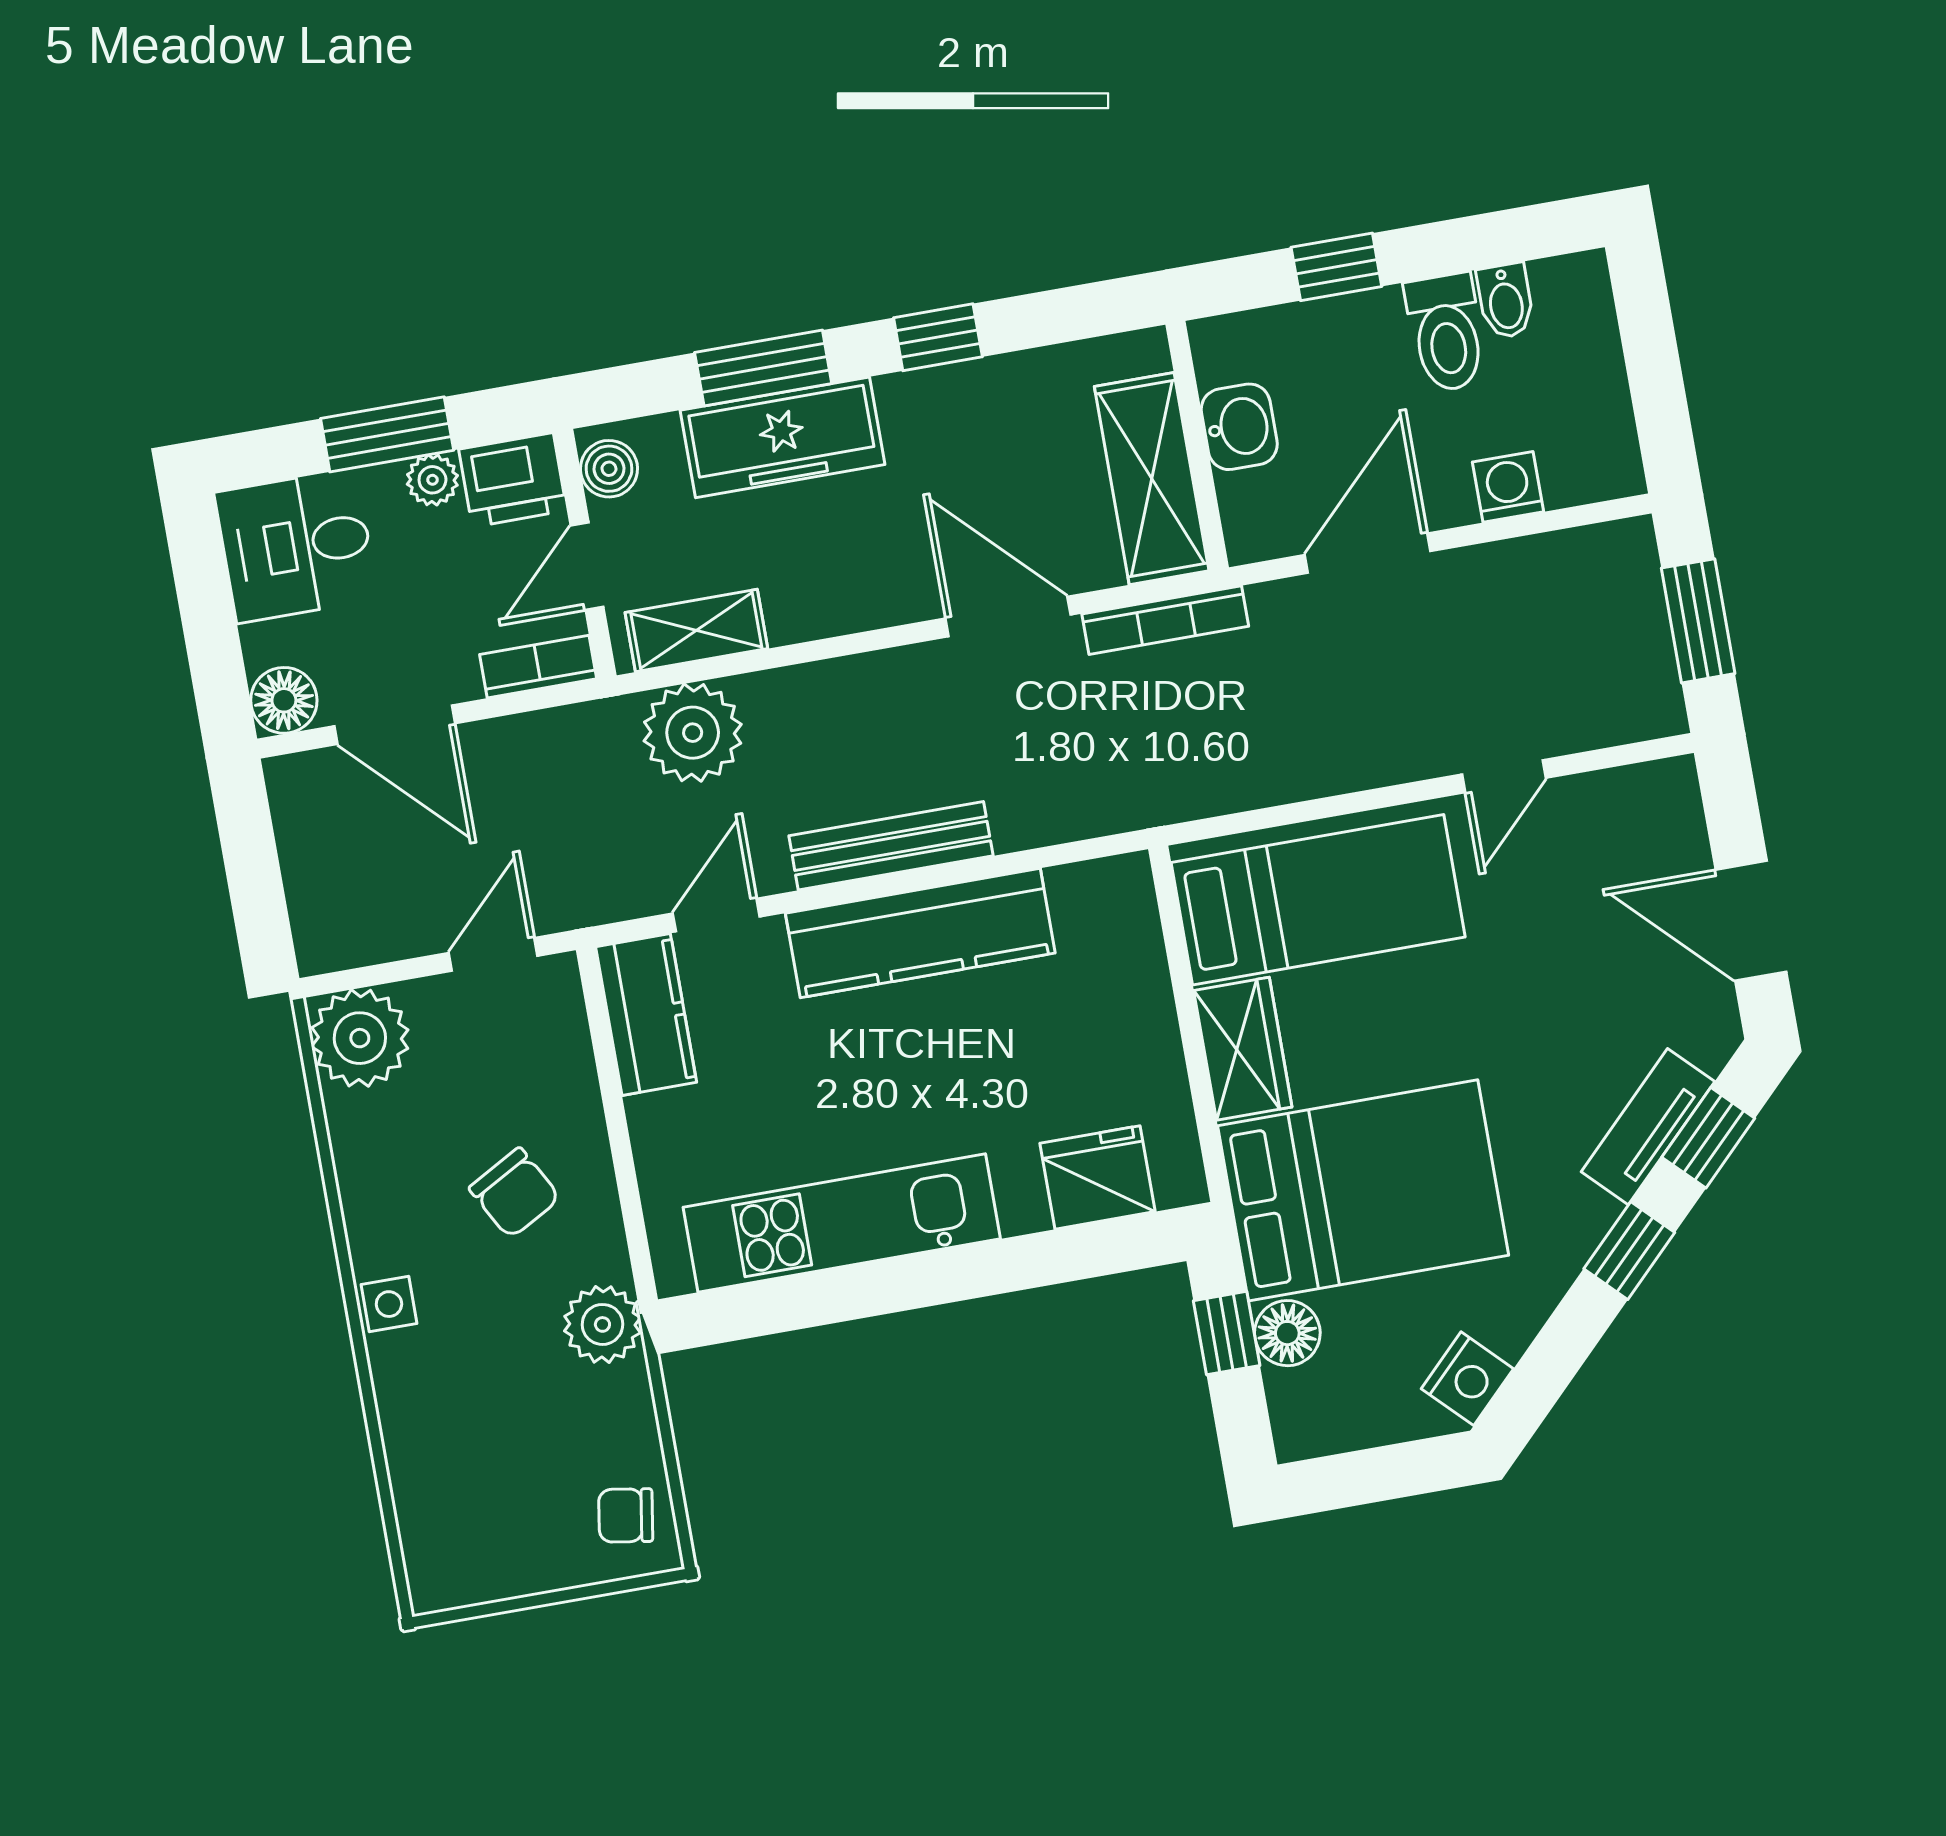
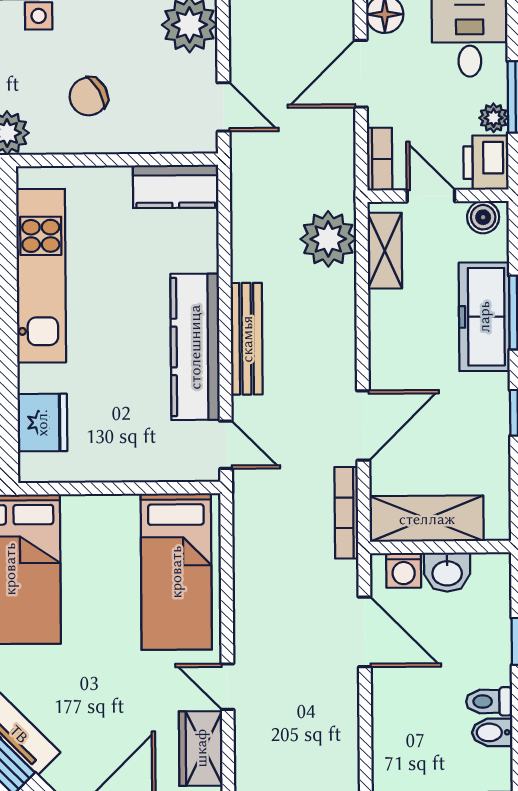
toilet: (1446, 333) -> (489, 701), width x0.73, depth x0.72
washing machine: (1508, 487) -> (404, 570), moved, turned 90
door: (716, 915) -> (226, 445), moved
wardrobe: (1243, 1049) -> (201, 748), moved, turned 90

